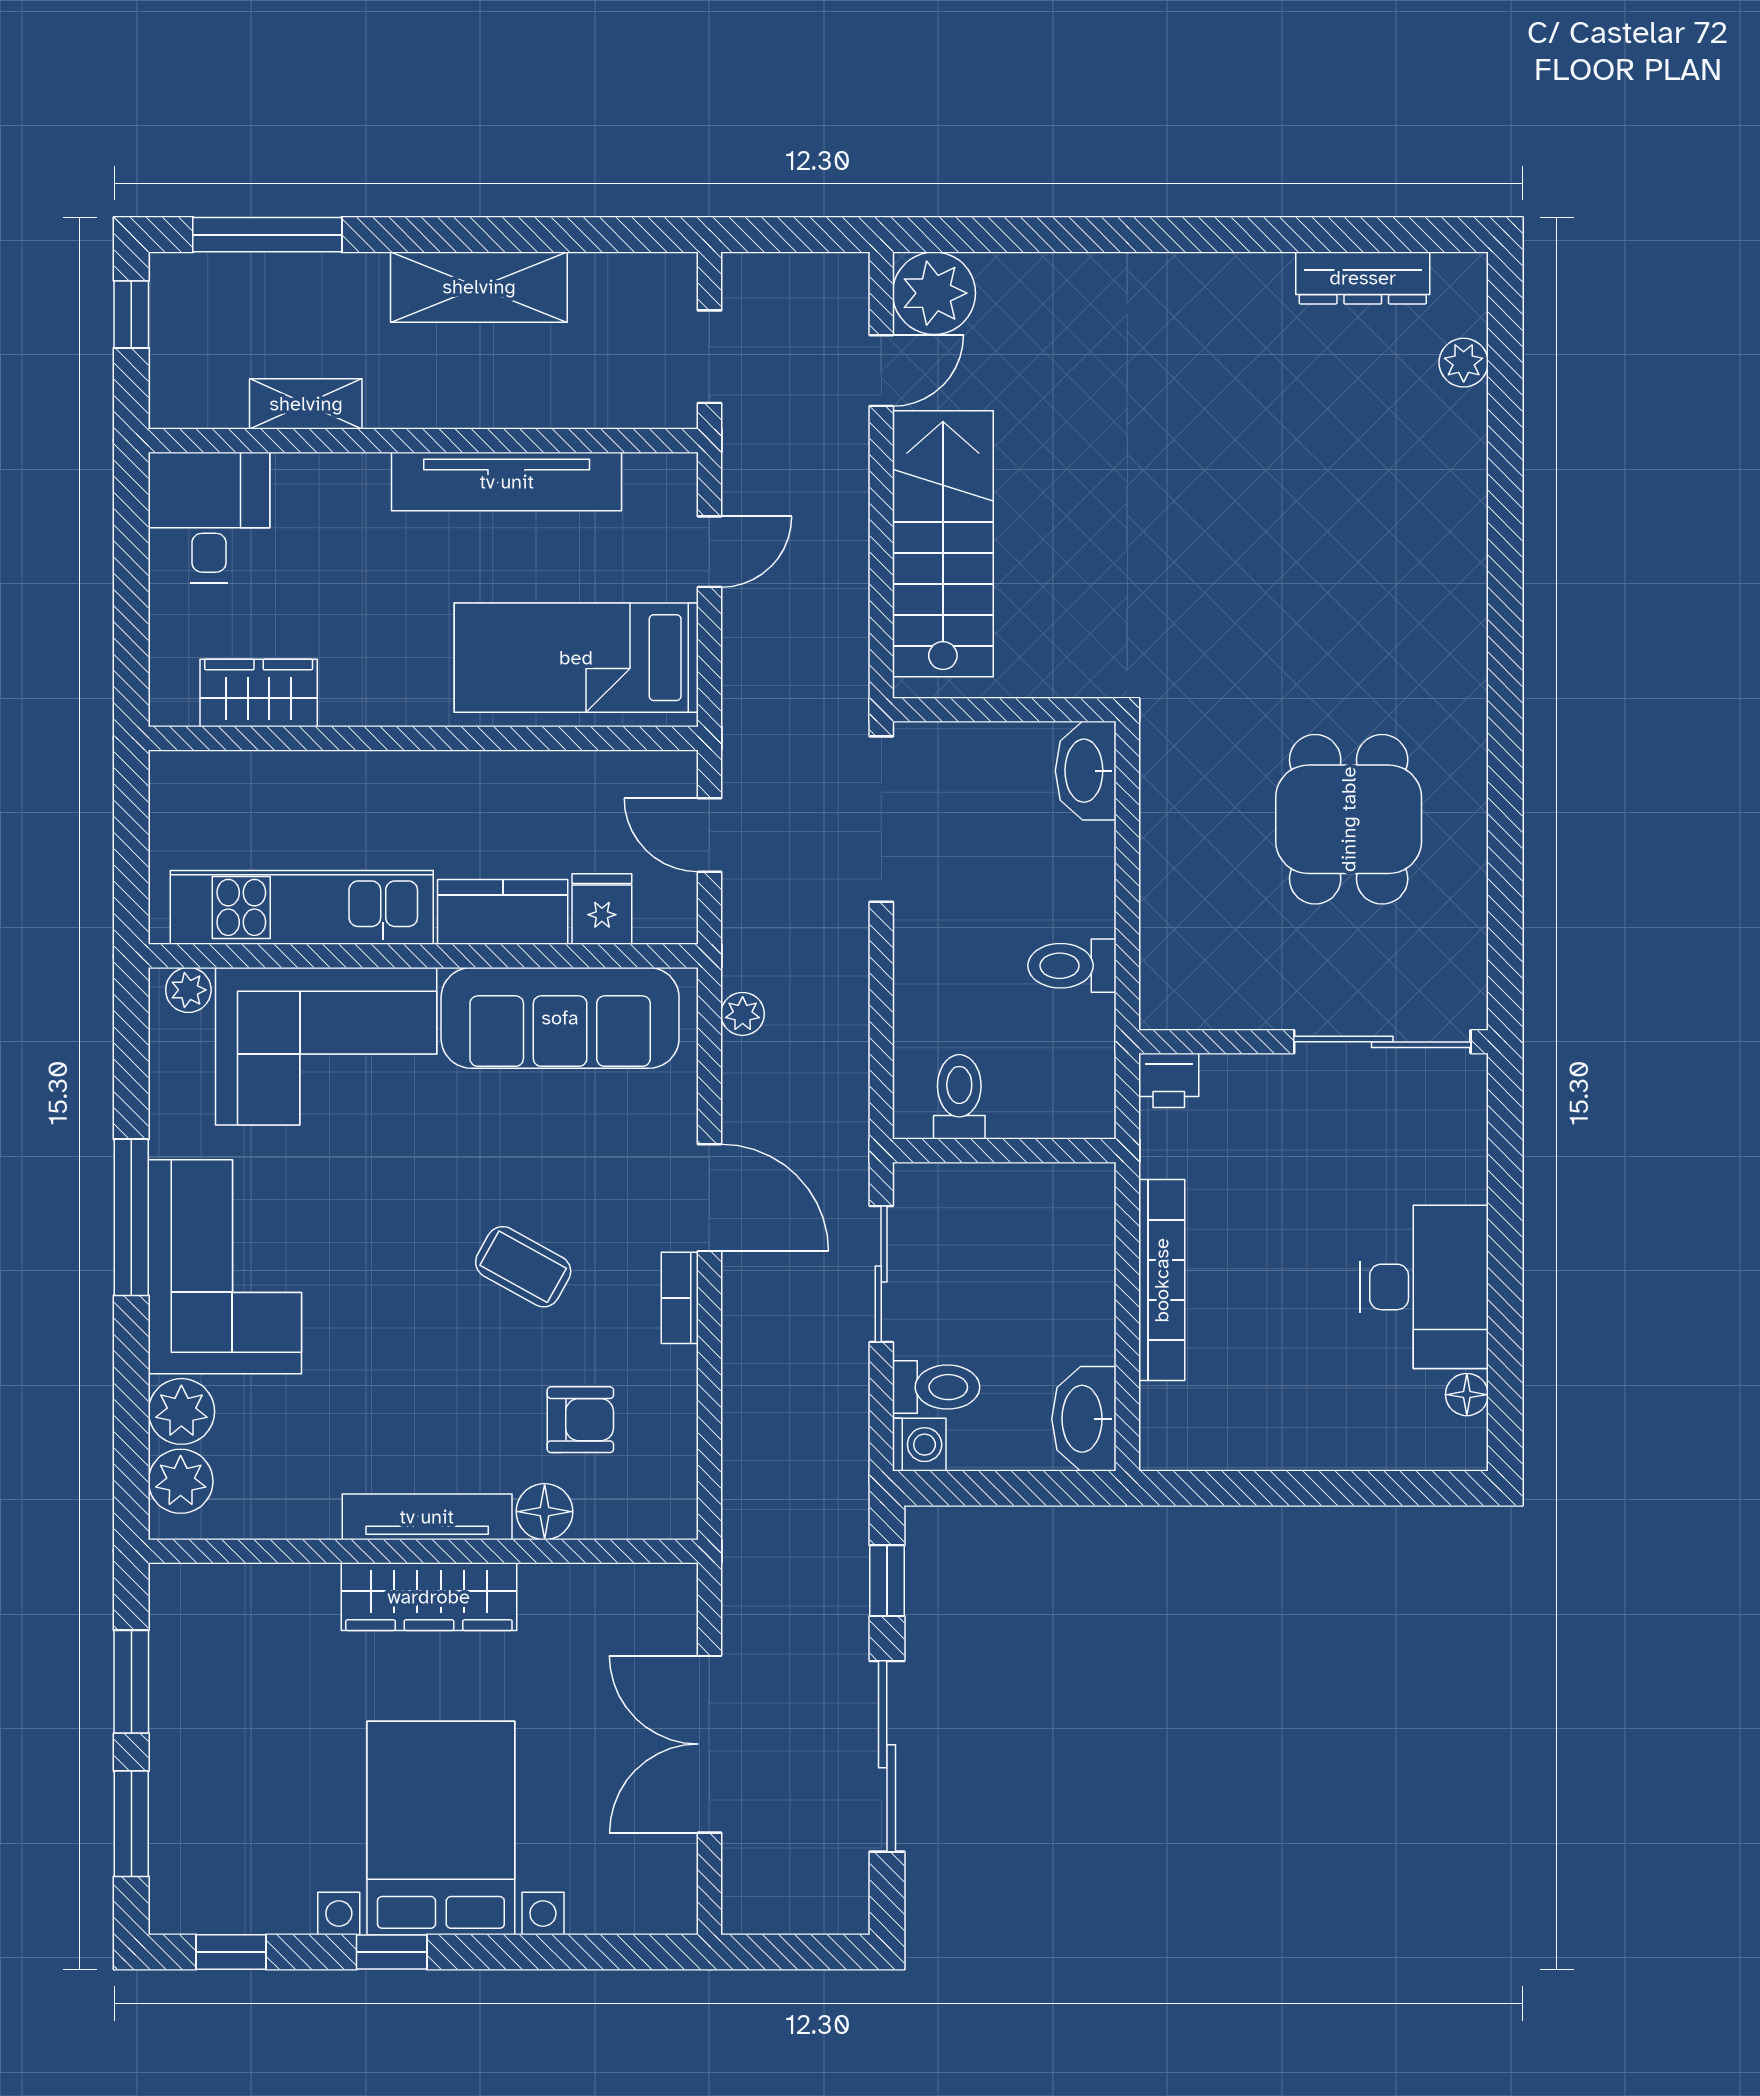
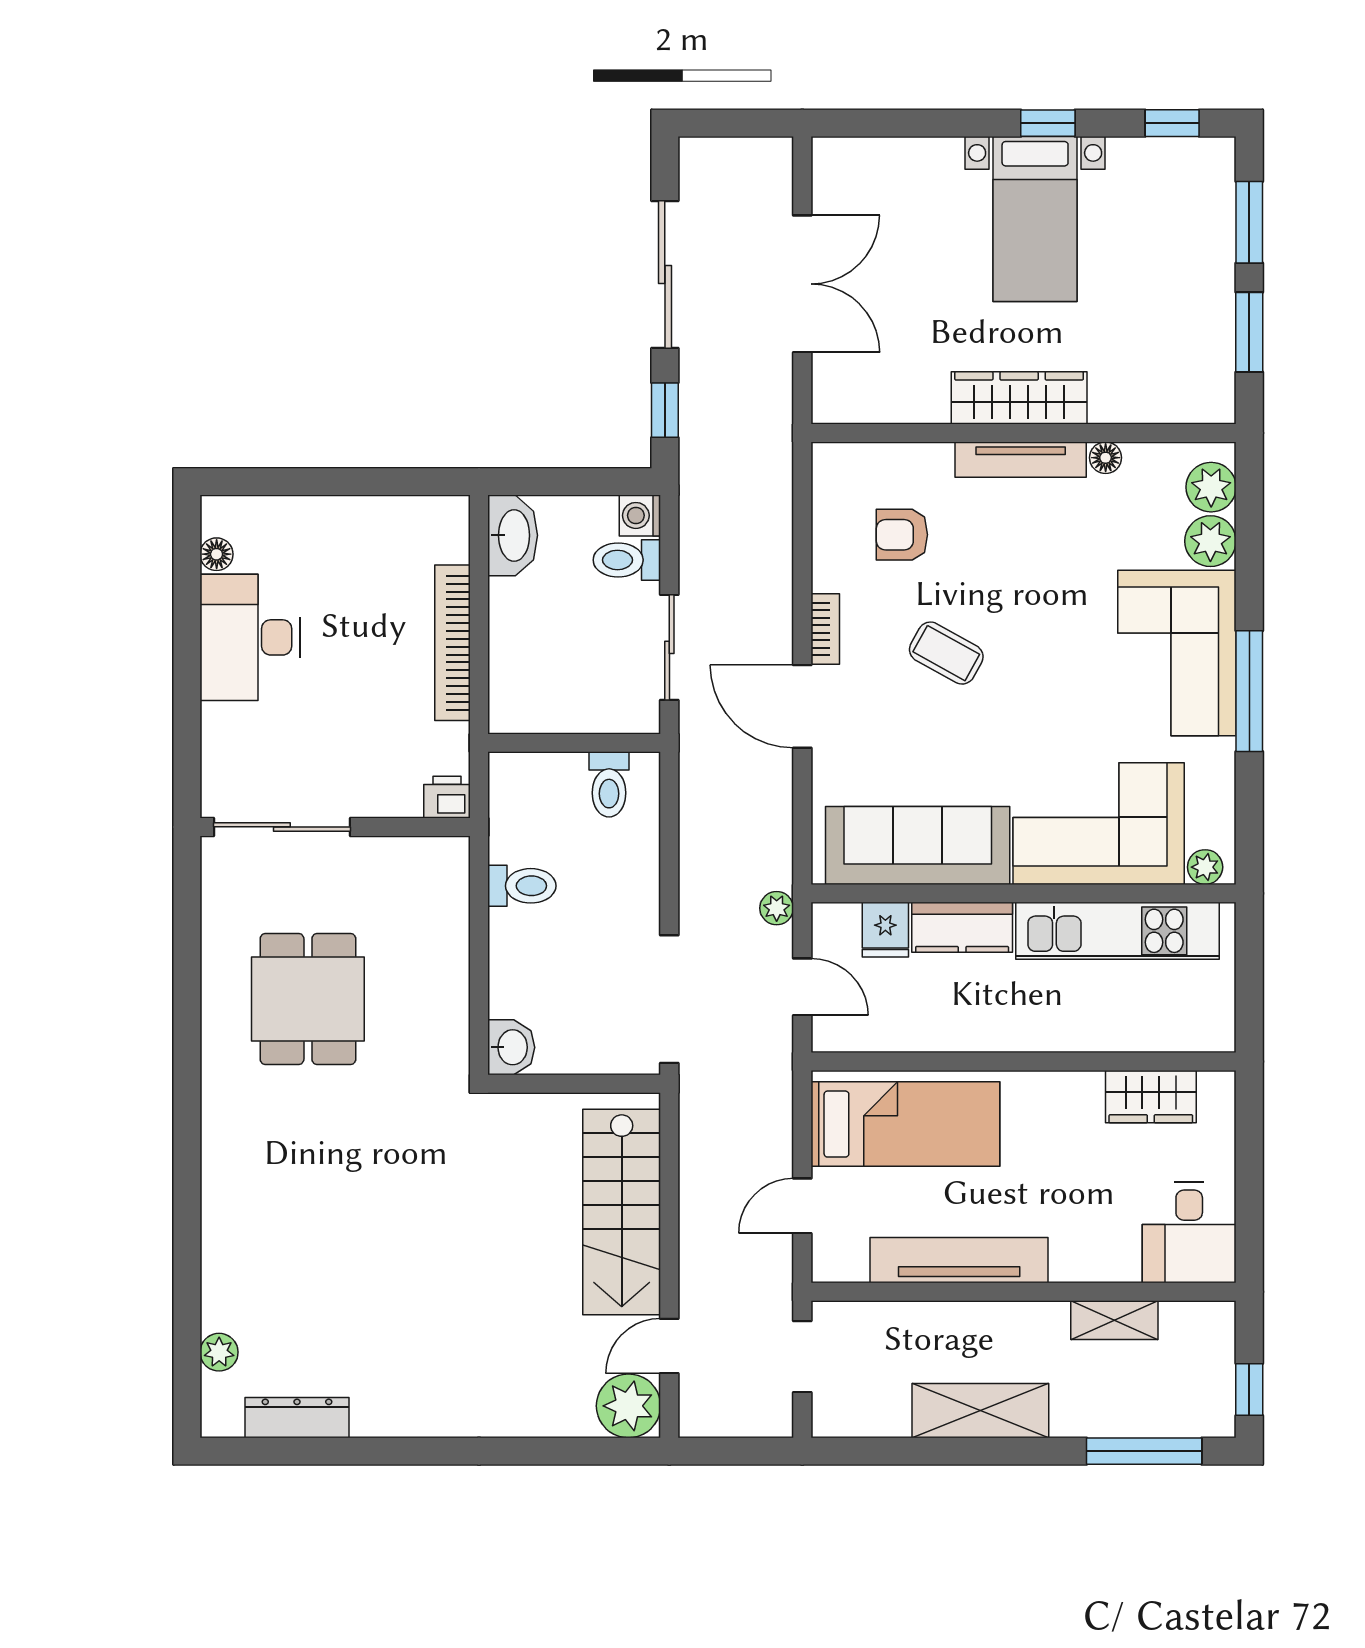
washbasin: (1086, 771) -> (511, 1047), width x0.72
plant: (743, 1014) -> (777, 908), moved
floor lamp: (545, 1512) -> (1106, 458), moved, width x0.73, depth x0.73
bed with nightstands: (441, 1828) -> (1035, 219), width x0.73

